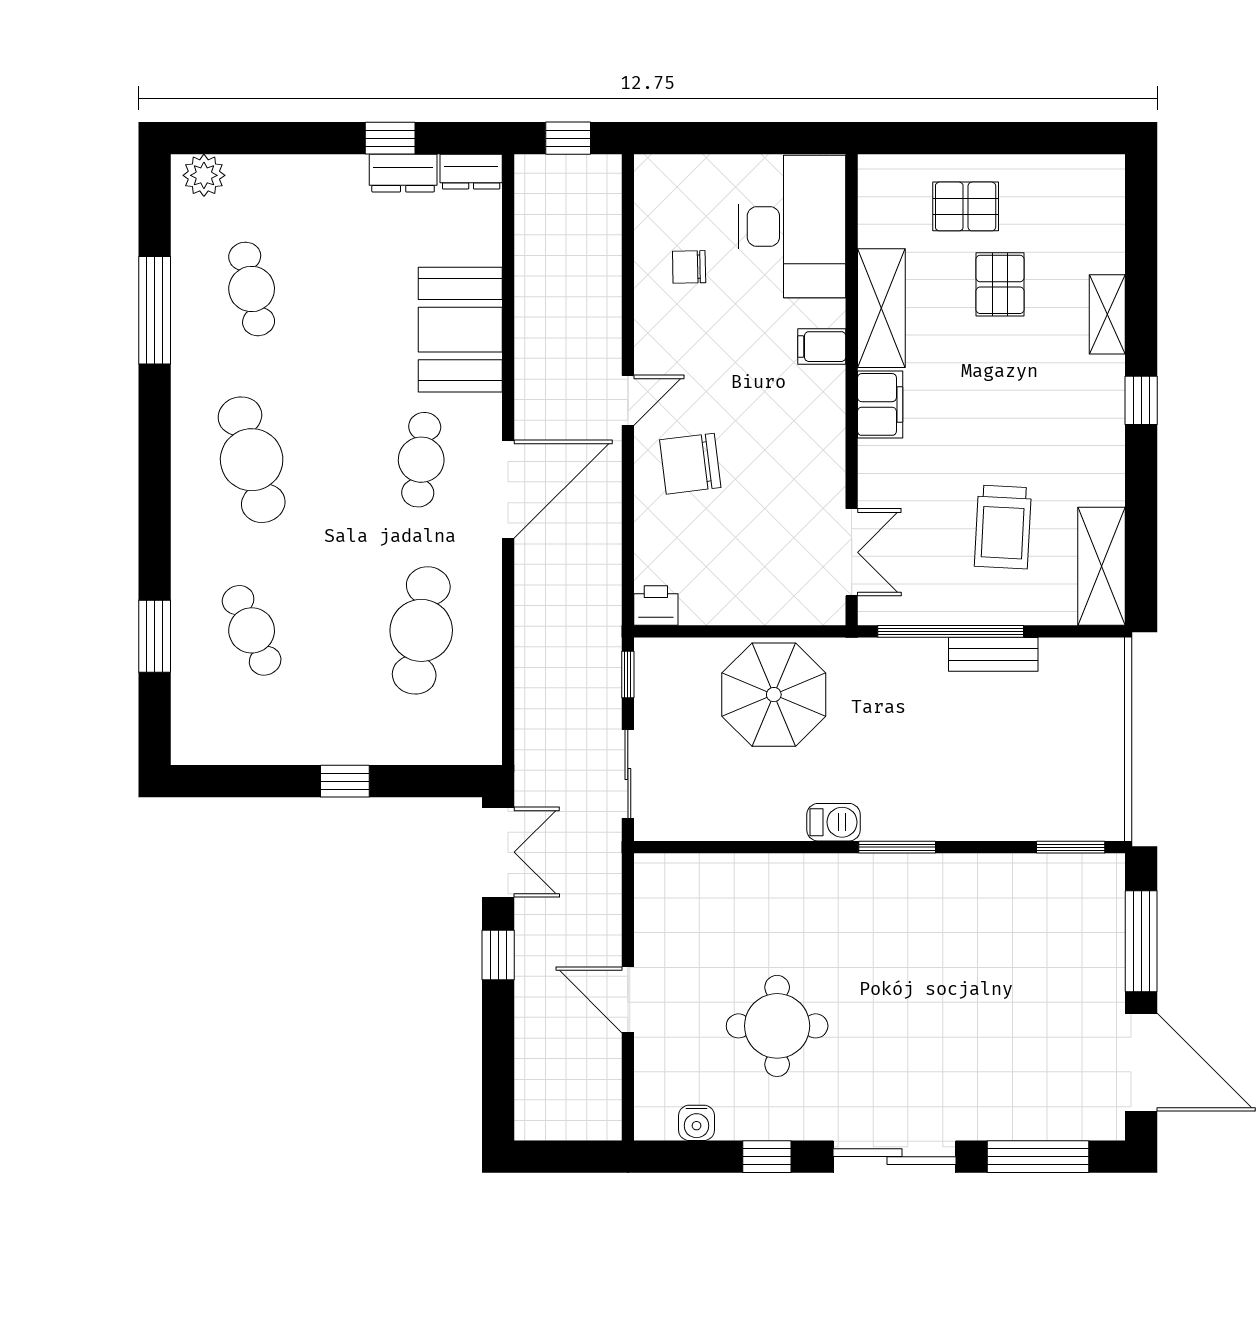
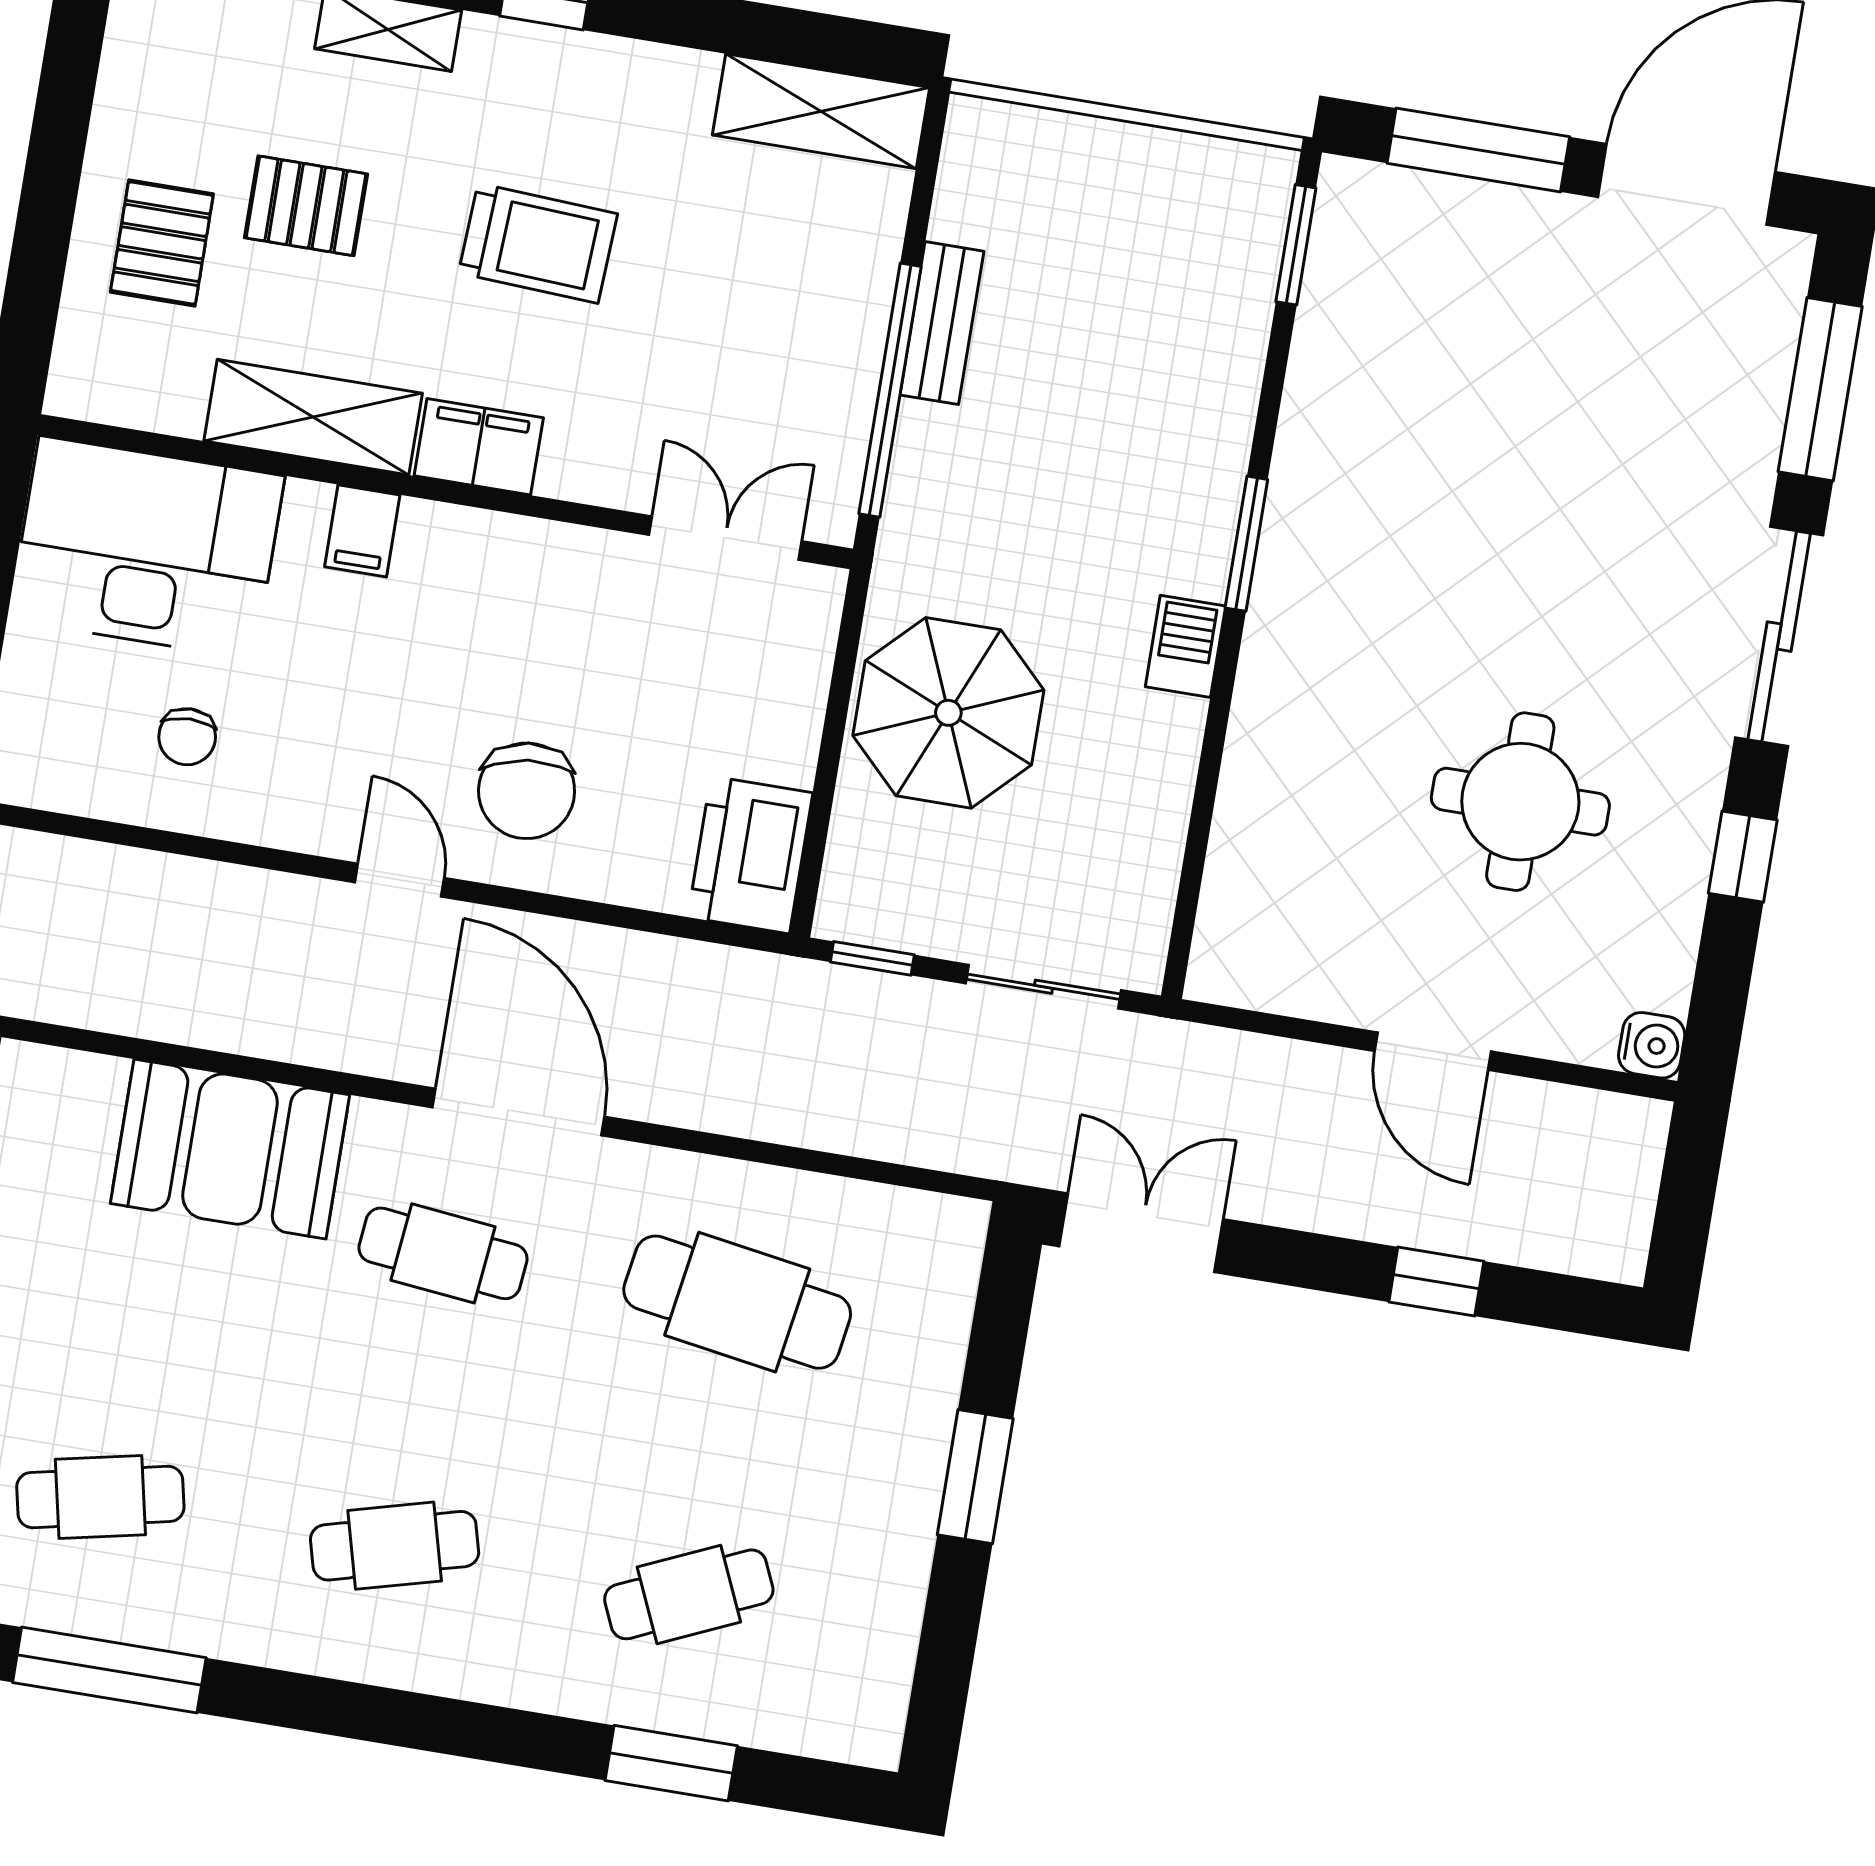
cafe table: (252, 460) -> (395, 1546), width x0.73, depth x0.74
trolley: (1003, 527) -> (538, 243), moved
printer: (656, 606) -> (750, 855), width x1.87, depth x1.48
window: (345, 781) -> (975, 1477), width x1.50
window: (498, 955) -> (1436, 1282), moved
door: (628, 1000) -> (1433, 1051), hinge flipped
water cooler: (697, 1123) -> (1652, 1045), moved

